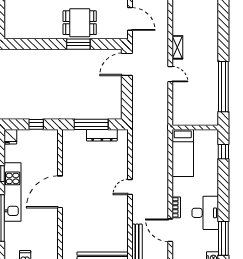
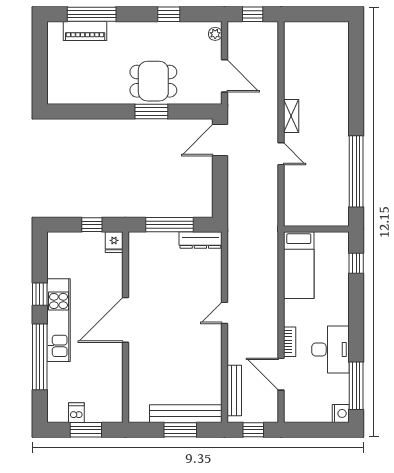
dresser: (102, 135) -> (200, 240), moved
fridge: (10, 137) -> (114, 242), moved

